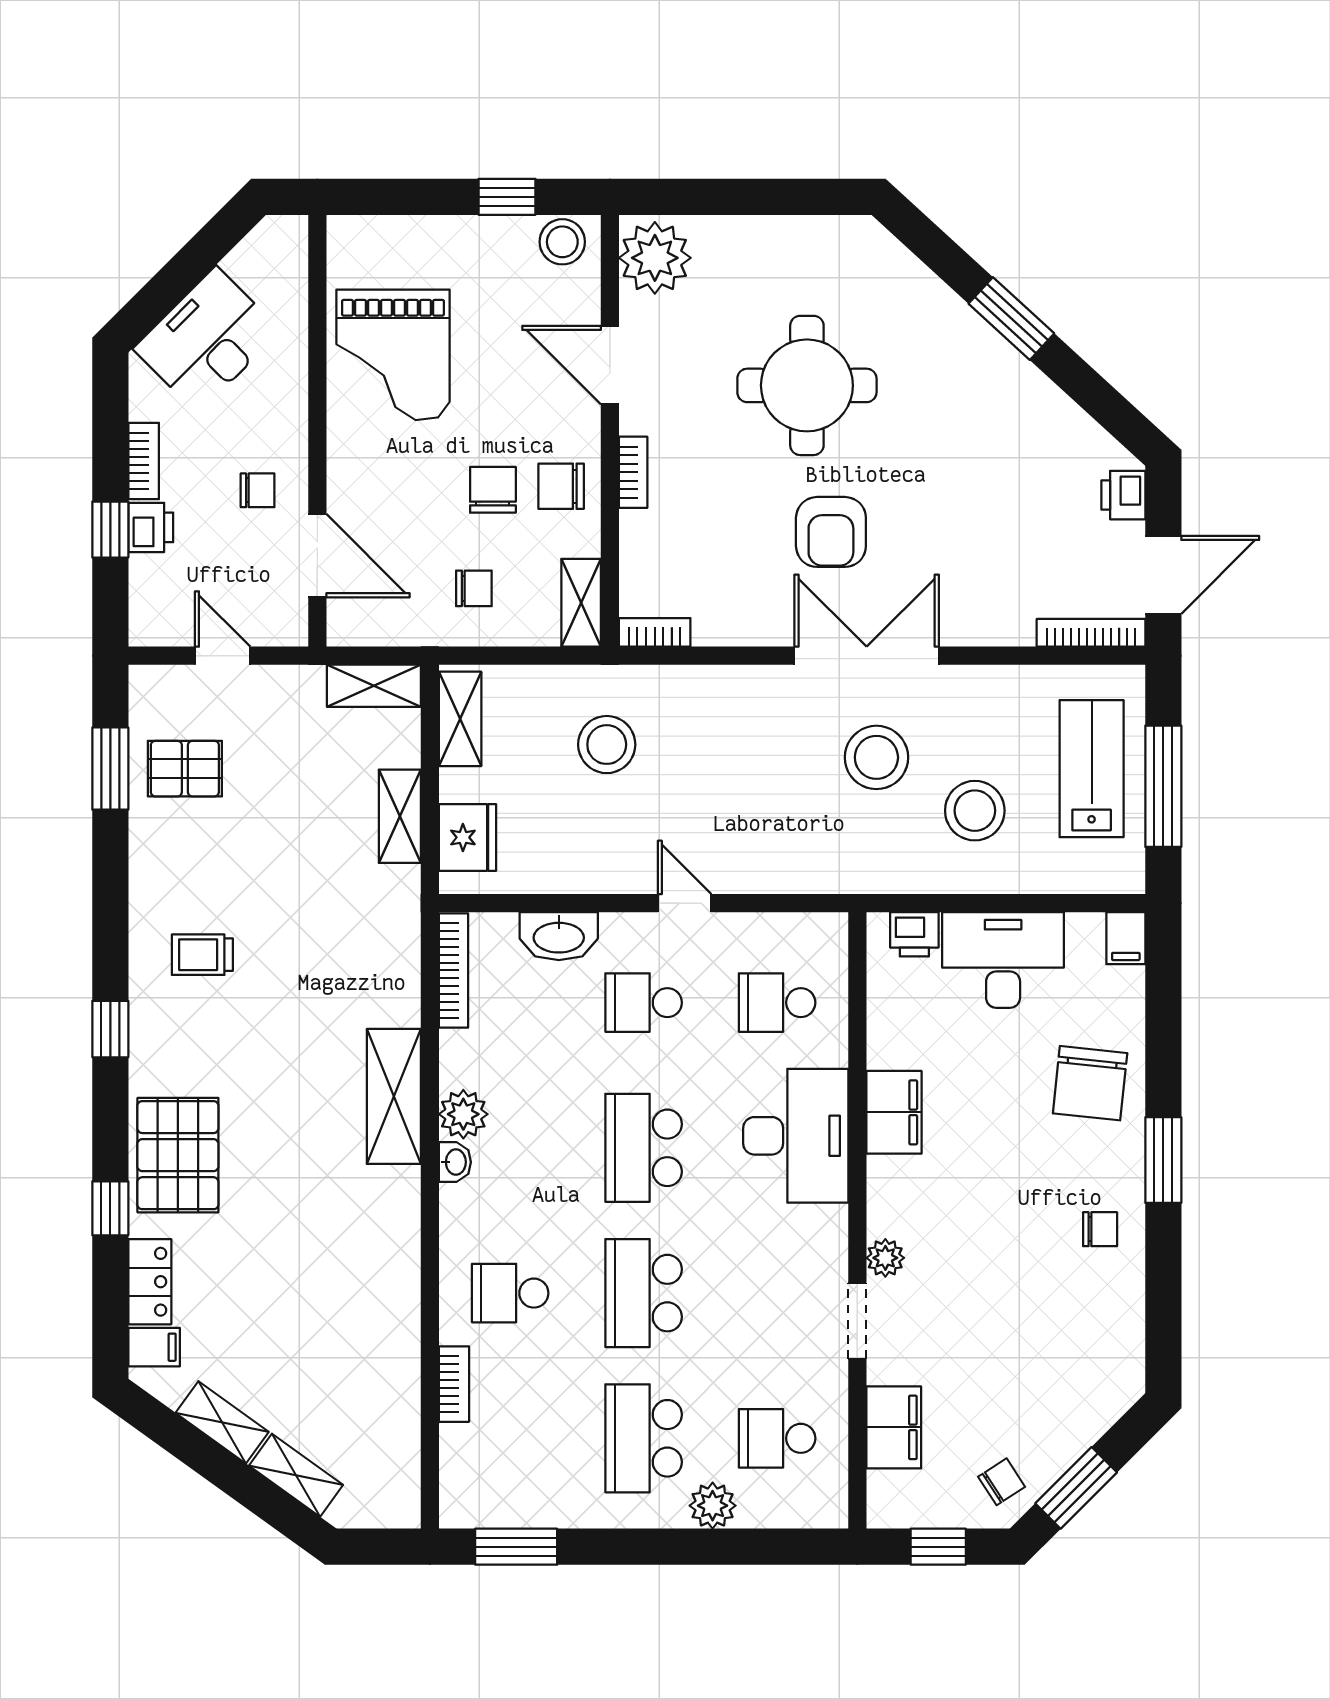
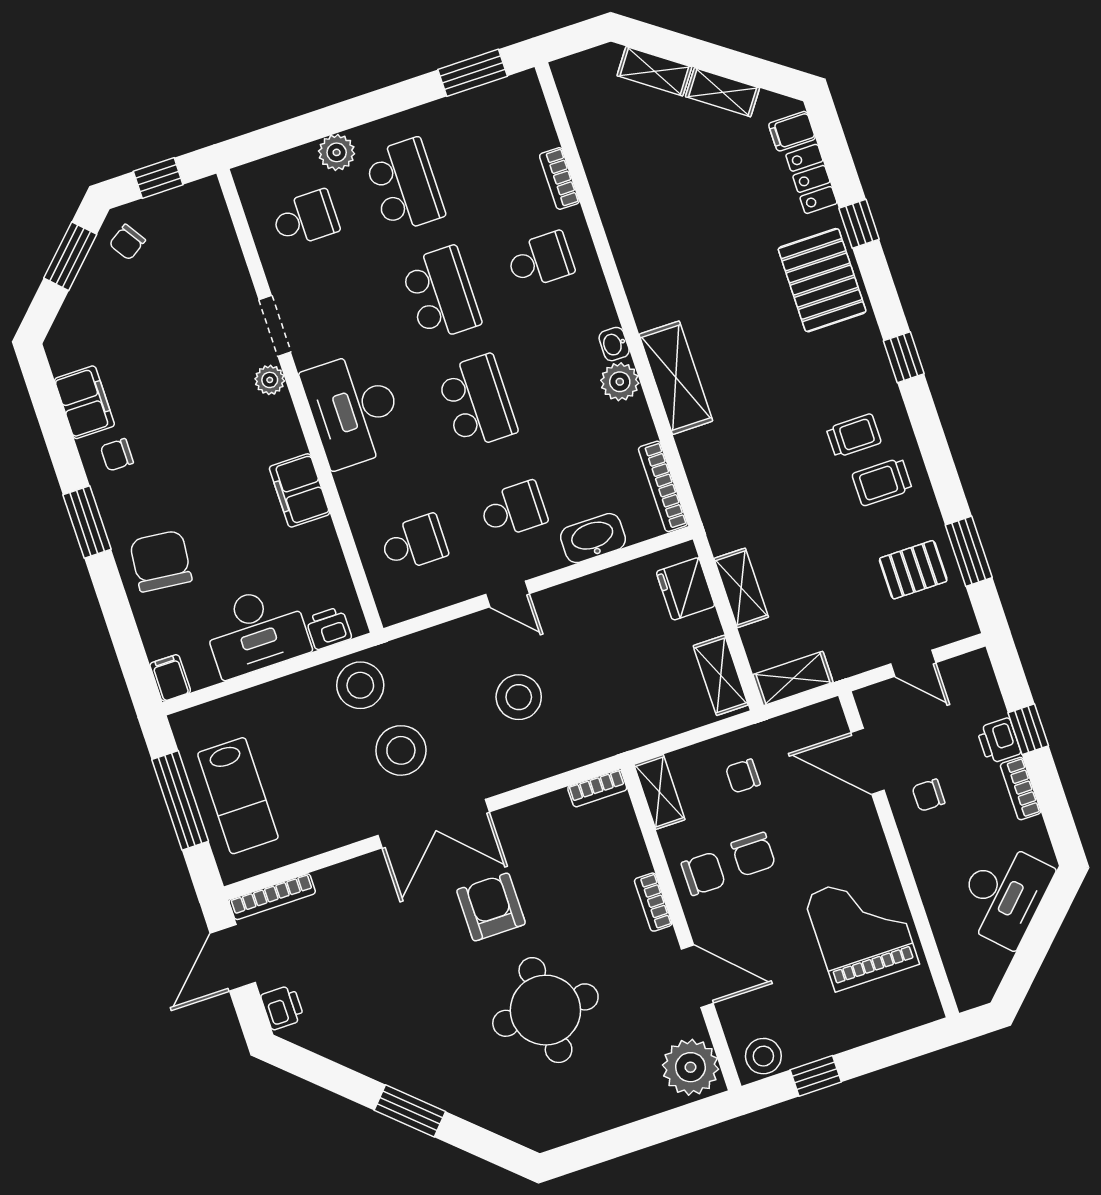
stool: (607, 745) -> (519, 697), moved
stool: (975, 811) -> (360, 685), moved
trolley: (187, 887) -> (882, 482), added
desk: (796, 1136) -> (354, 410), moved
filing cabinet: (894, 1427) -> (84, 402), moved, turned 180

